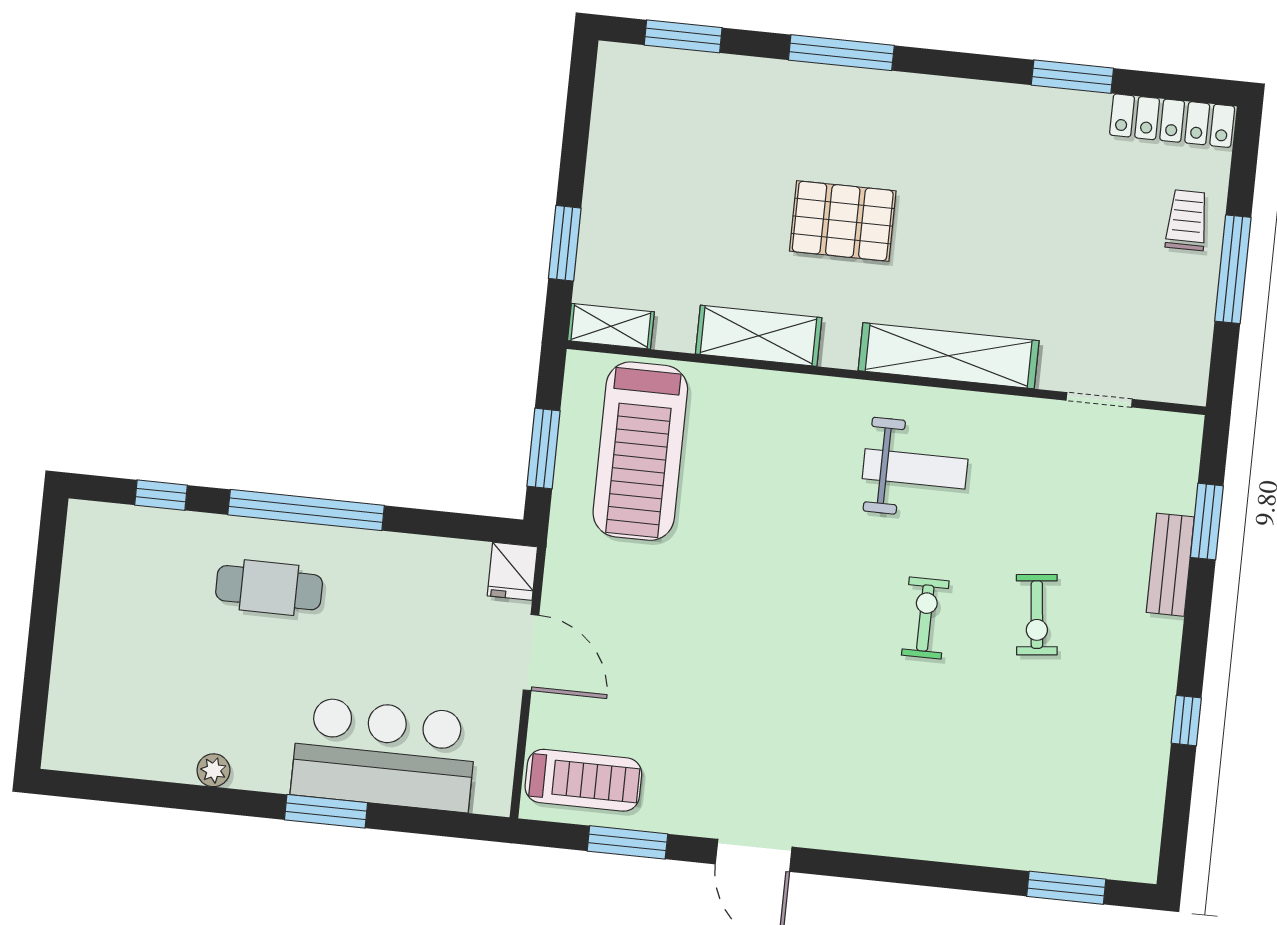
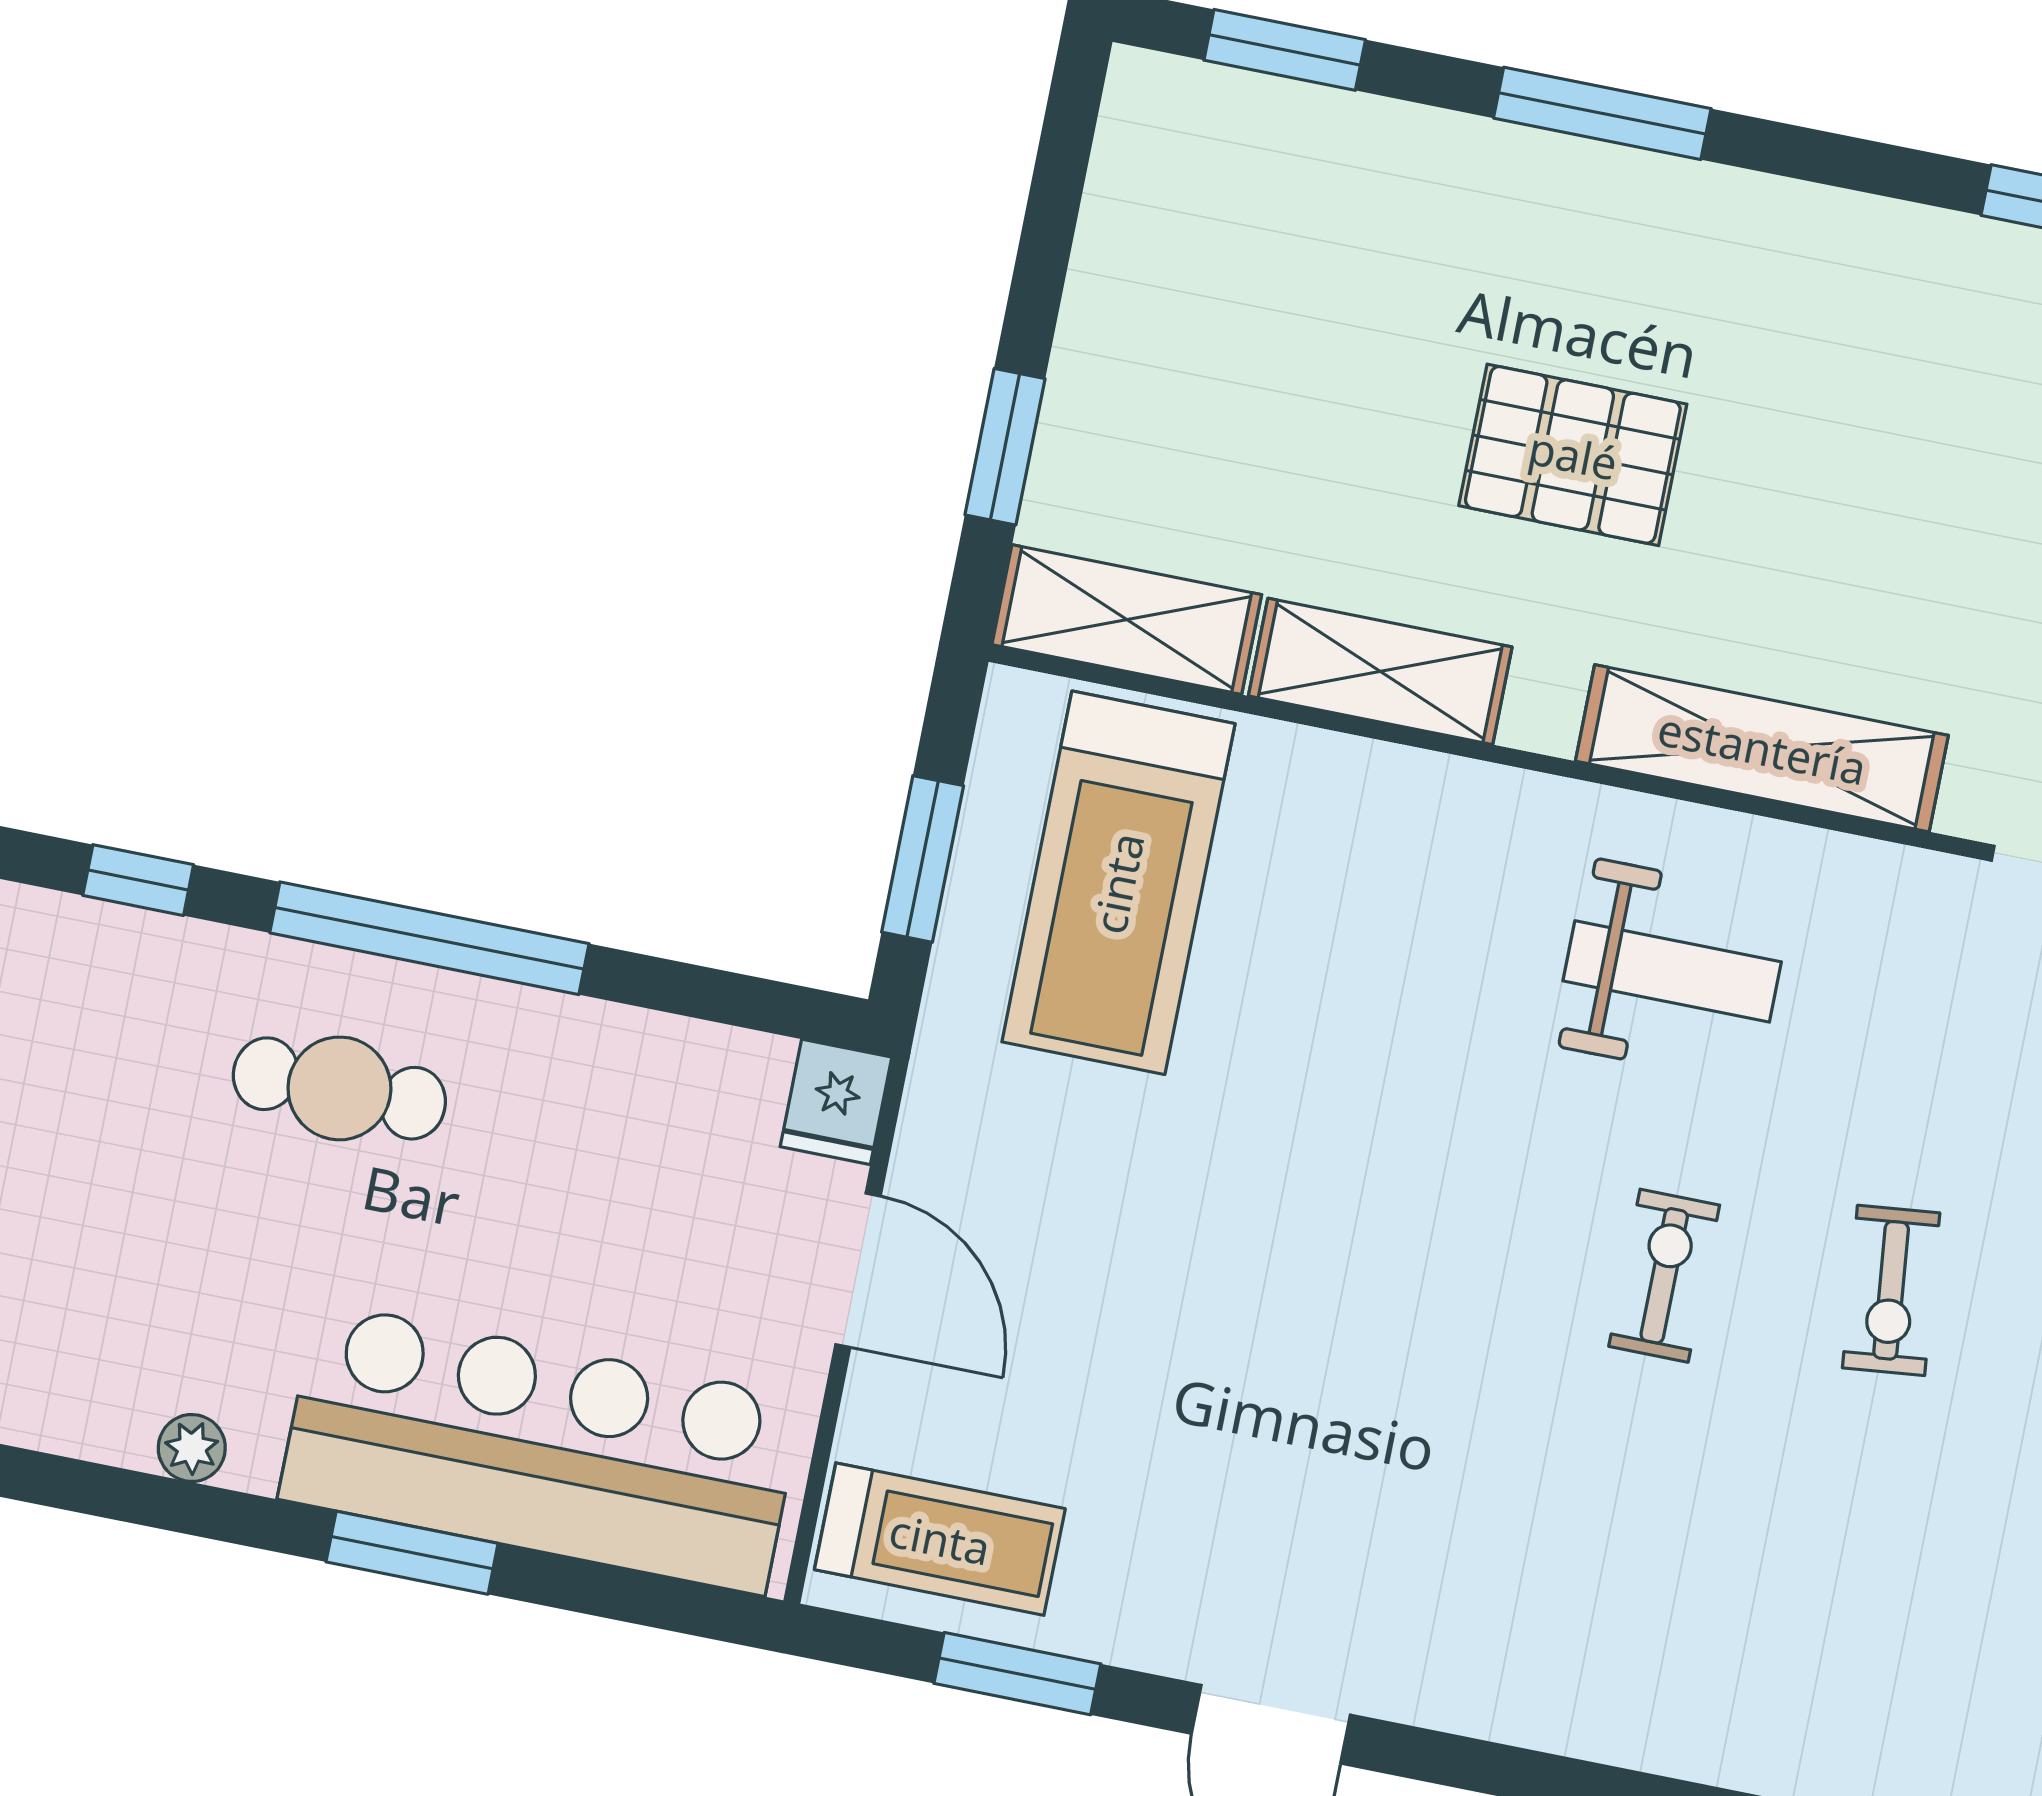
shelving: (611, 326) -> (1127, 620), width x1.50, depth x1.33
bar counter: (384, 754) -> (541, 1449), width x1.36

